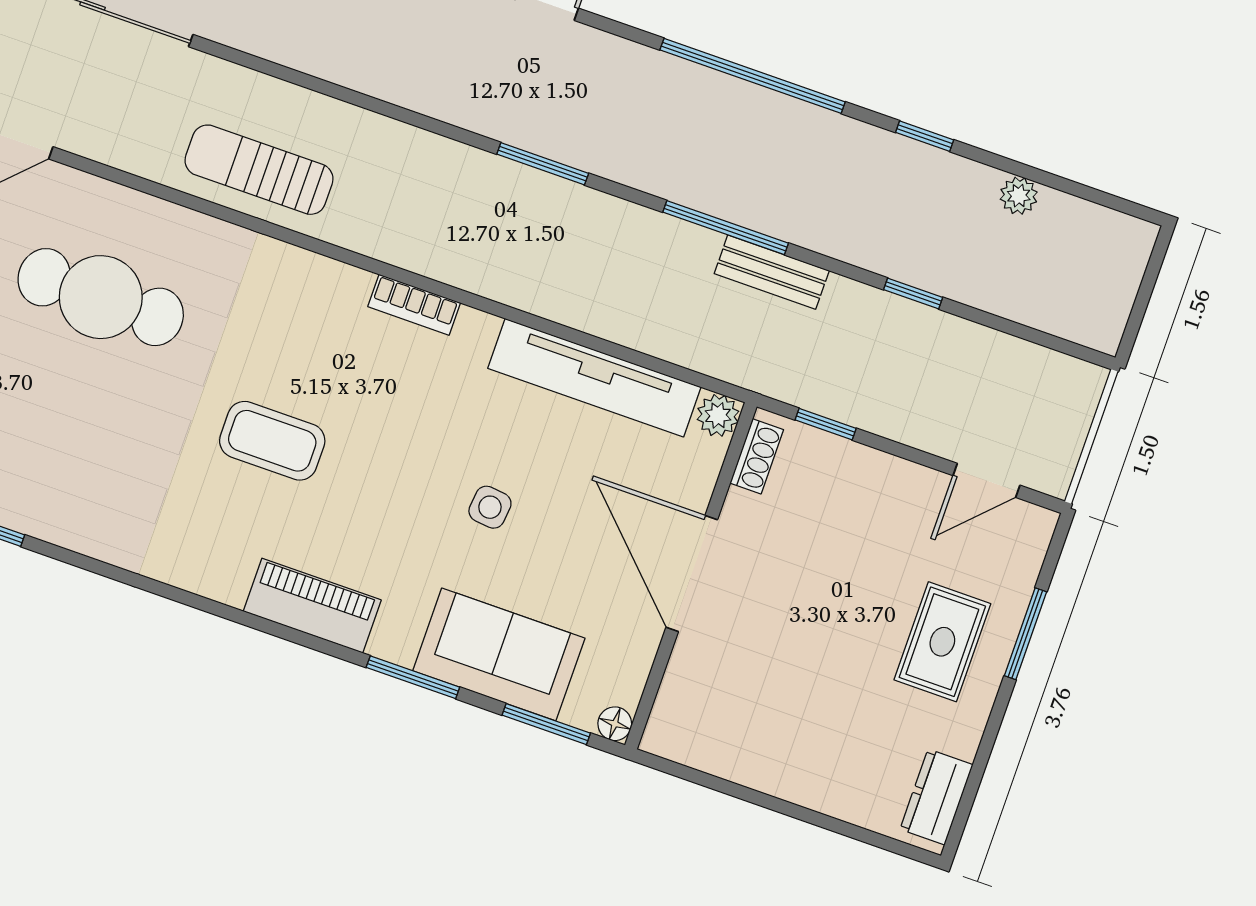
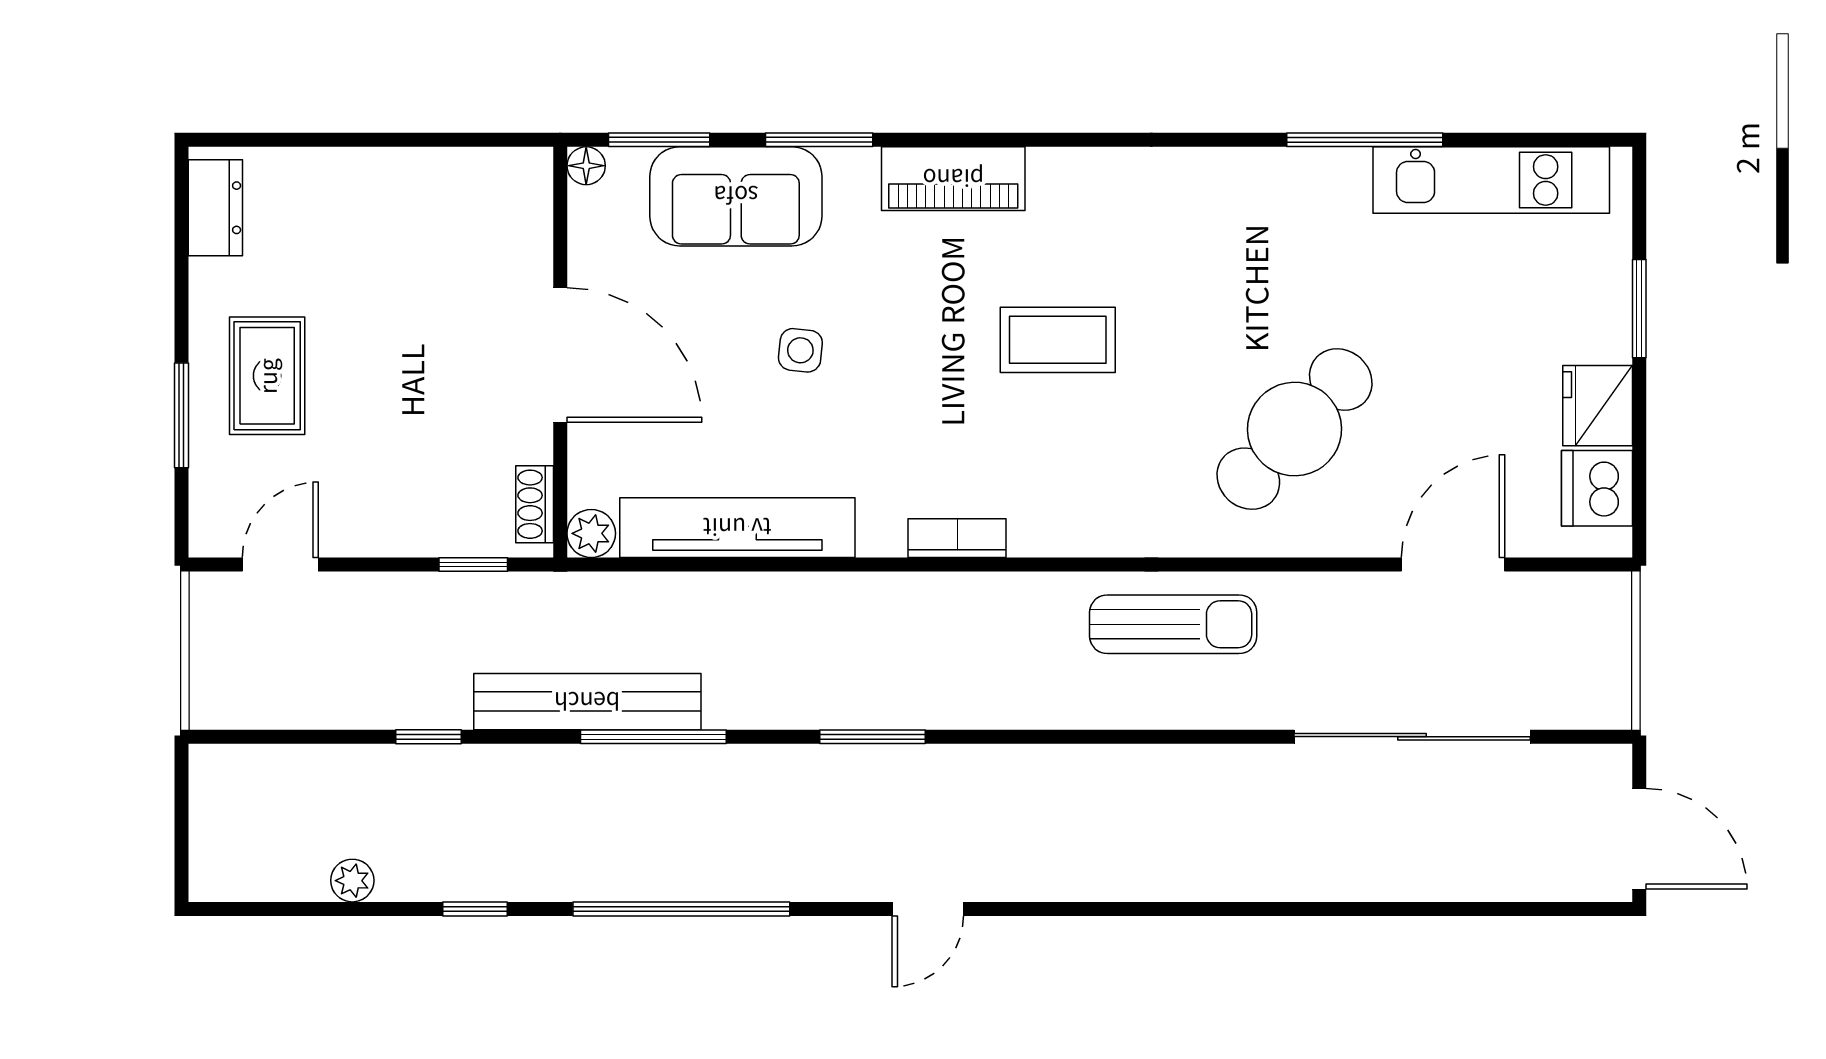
bench: (772, 272) -> (587, 702), width x1.86, depth x1.21
cafe table: (101, 297) -> (1295, 429), turned -47

